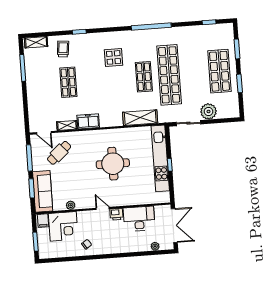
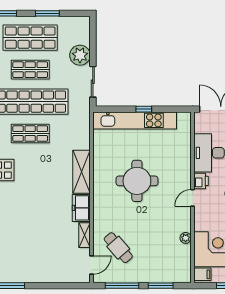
shop shelf: (68, 82) -> (30, 70), moved
shelving: (140, 118) -> (81, 172), moved
sofa: (43, 191) -> (165, 272), removed

